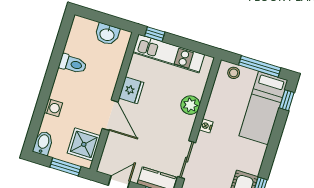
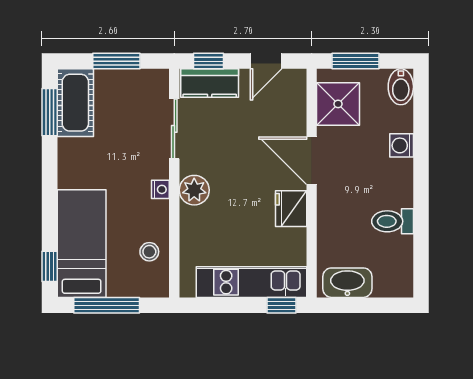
washbasin: (107, 34) -> (347, 283), width x1.38
stool: (234, 73) -> (149, 252), moved
plant: (190, 105) -> (194, 190), moved

